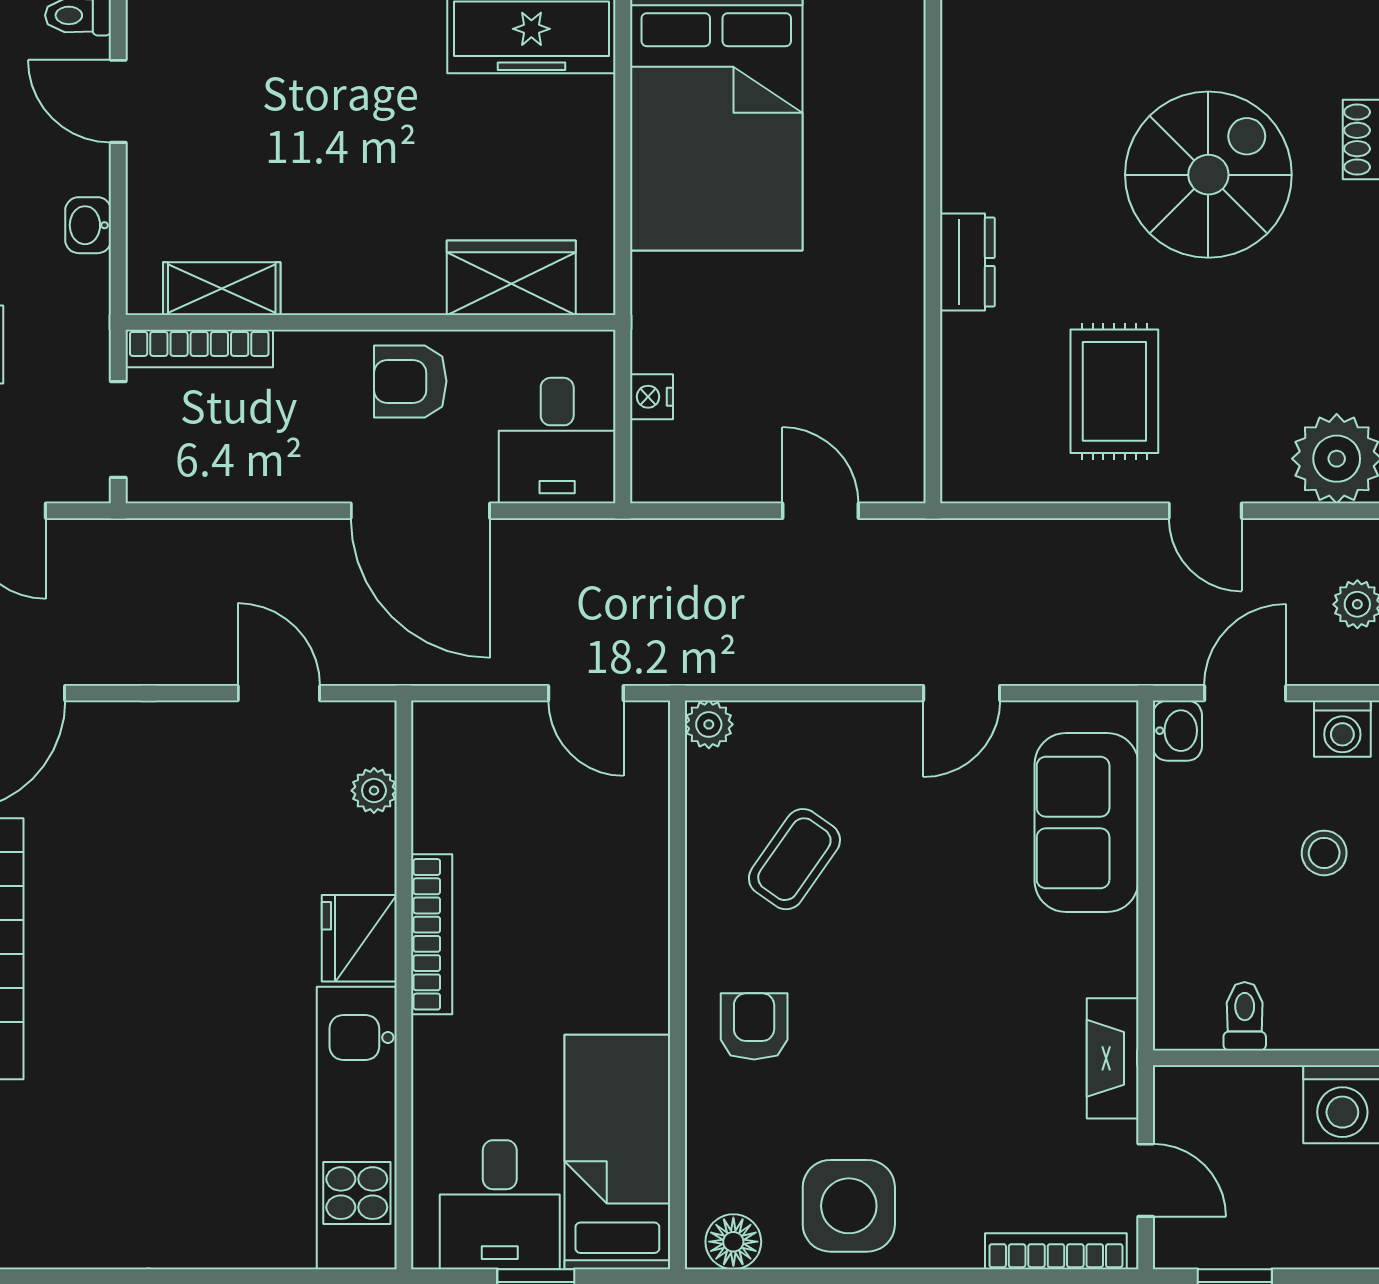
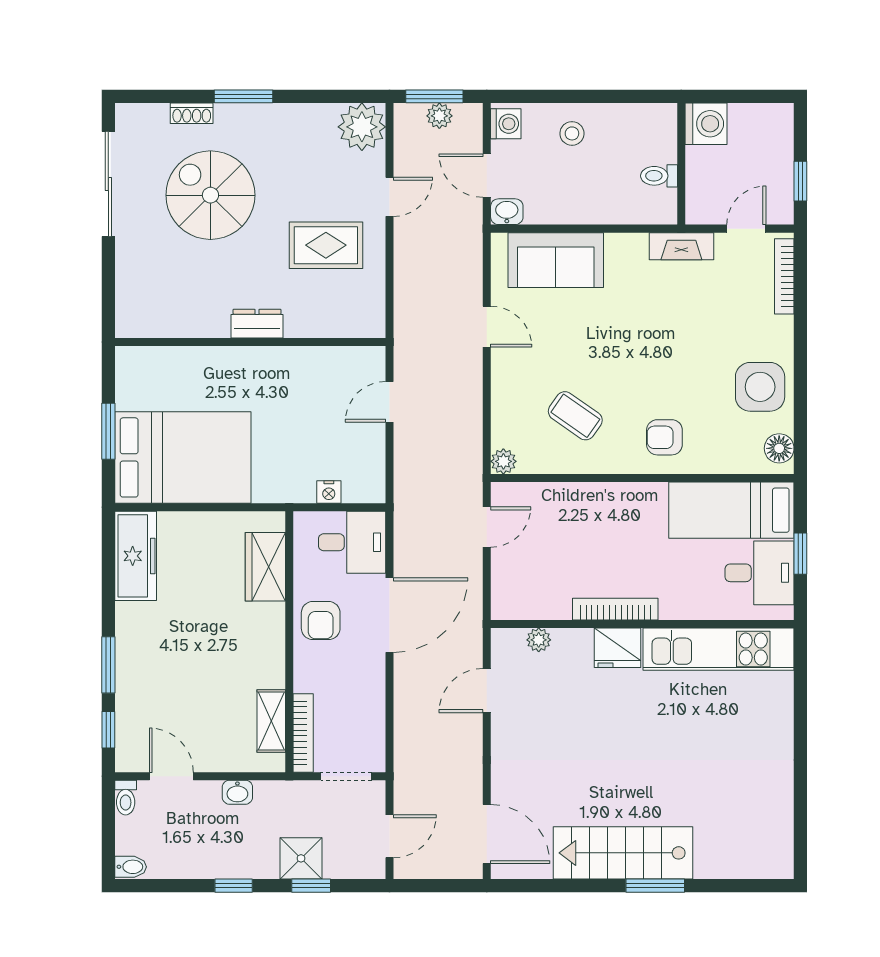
door: (118, 101) -> (171, 776), swing flipped

